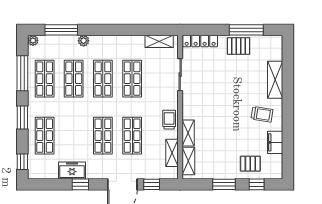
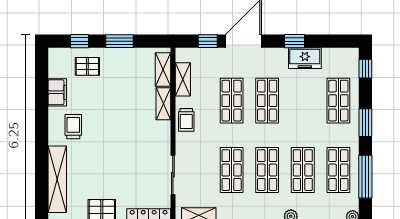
shelving: (275, 80) -> (57, 179), width x1.47
trolley: (262, 114) -> (73, 127), turned 81

